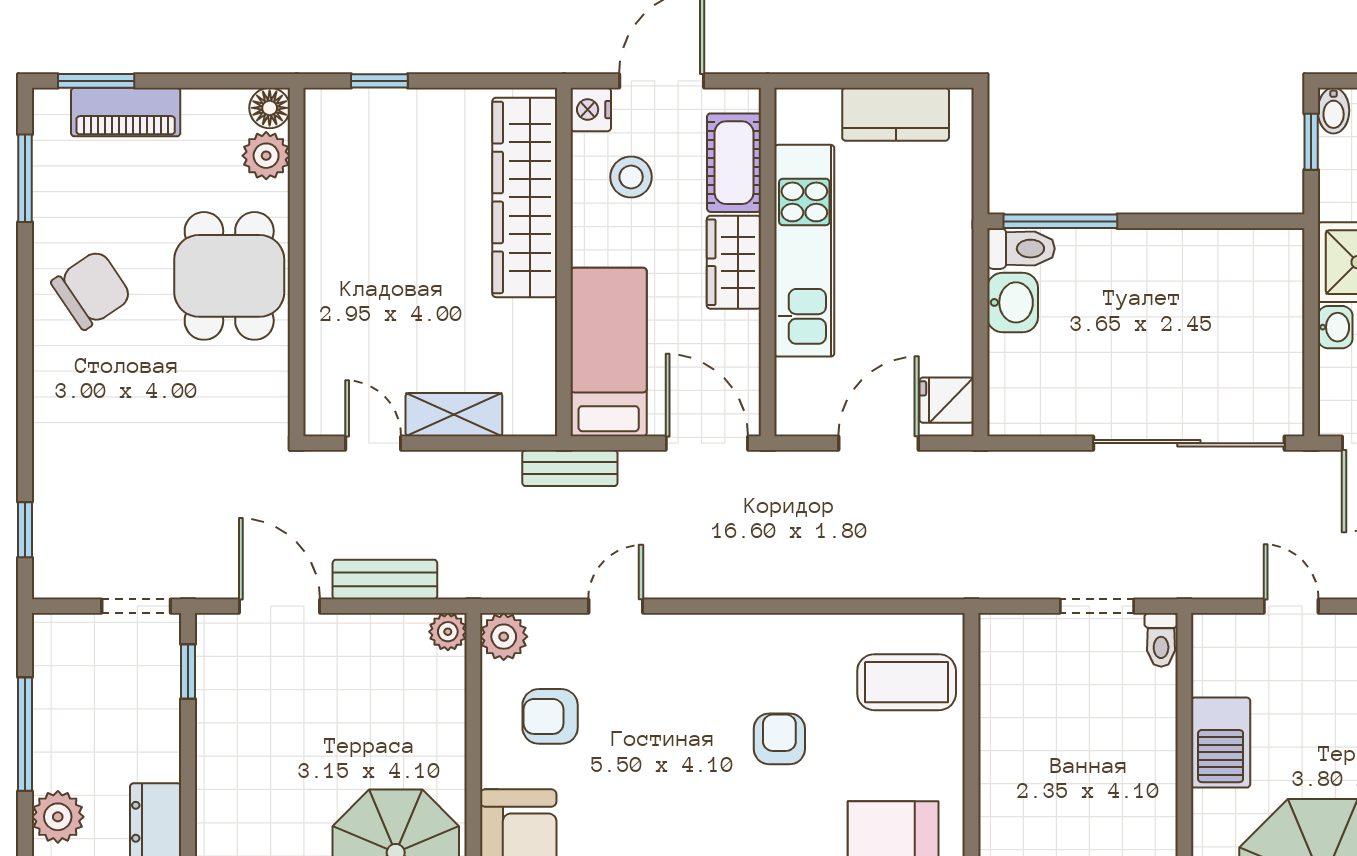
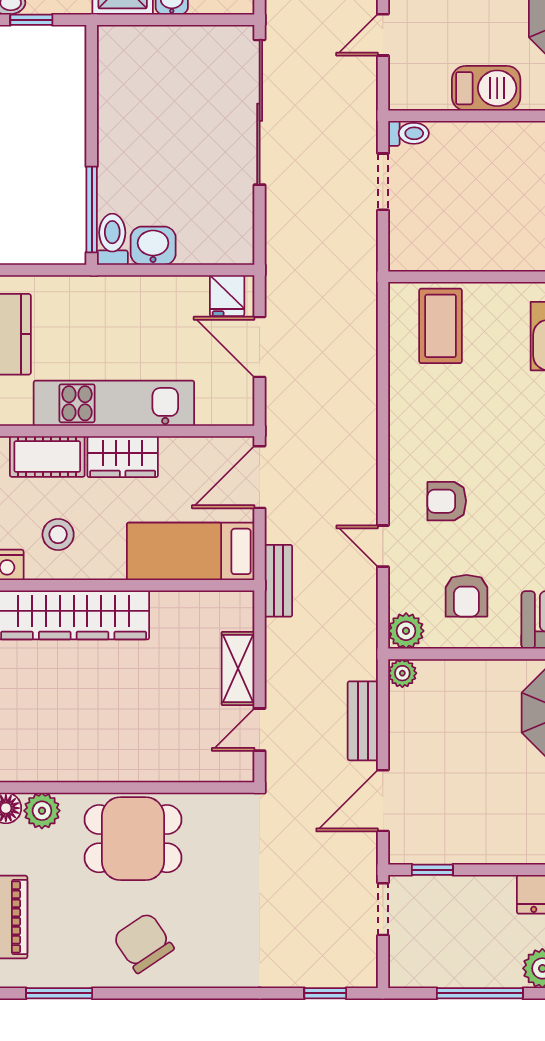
armchair: (779, 739) -> (447, 501), moved

